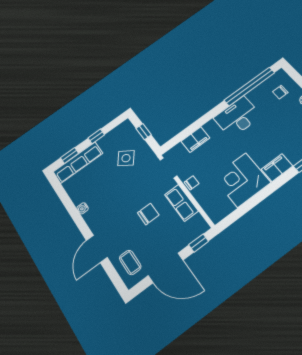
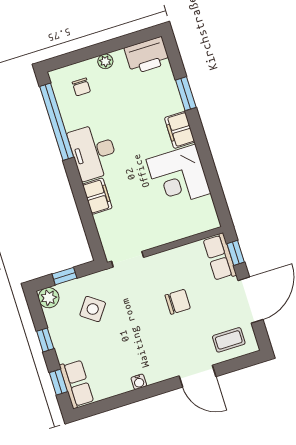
plant: (126, 128) -> (49, 298), added
filing cabinet: (195, 140) -> (97, 196), moved
row of seats: (78, 163) -> (77, 384), width x0.68
chair: (192, 183) -> (159, 237), removed
row of seats: (181, 203) -> (220, 257), moved, turned 90
chair: (148, 214) -> (178, 302), turned 90

